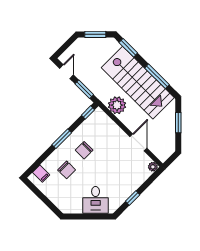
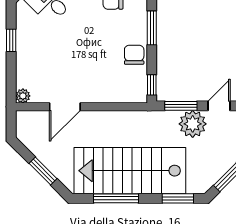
door: (67, 72) -> (219, 106), swing flipped
plant: (117, 105) -> (193, 124), moved
door: (138, 142) -> (65, 107), hinge flipped
chair: (84, 150) -> (134, 55), moved

